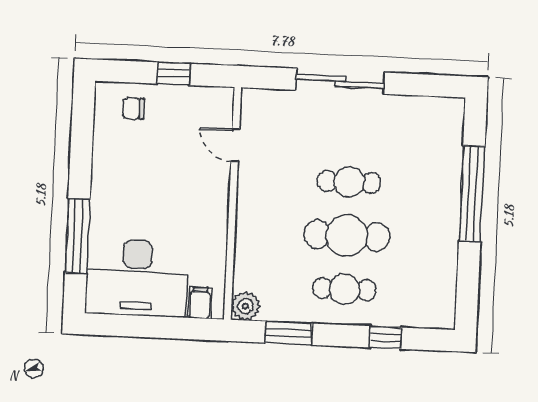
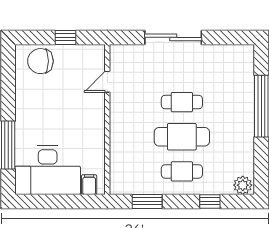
chair: (133, 108) -> (40, 61), width x1.87, depth x1.87
door: (235, 145) -> (107, 82), hinge flipped
plant: (245, 306) -> (243, 185), moved

